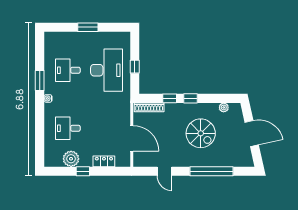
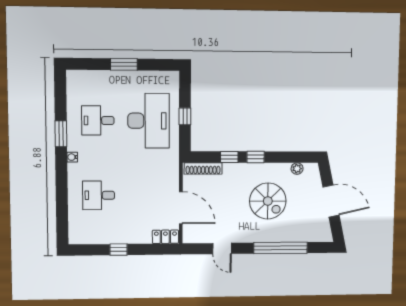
plant: (71, 159) -> (103, 234), removed
locker: (104, 161) -> (165, 237), moved

